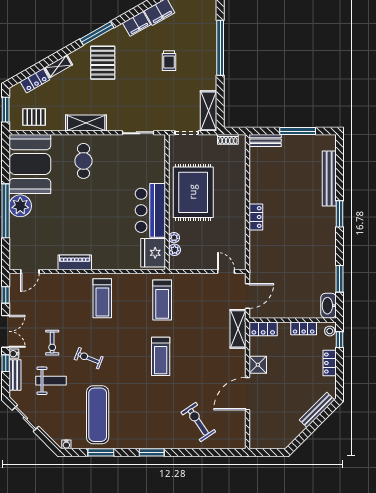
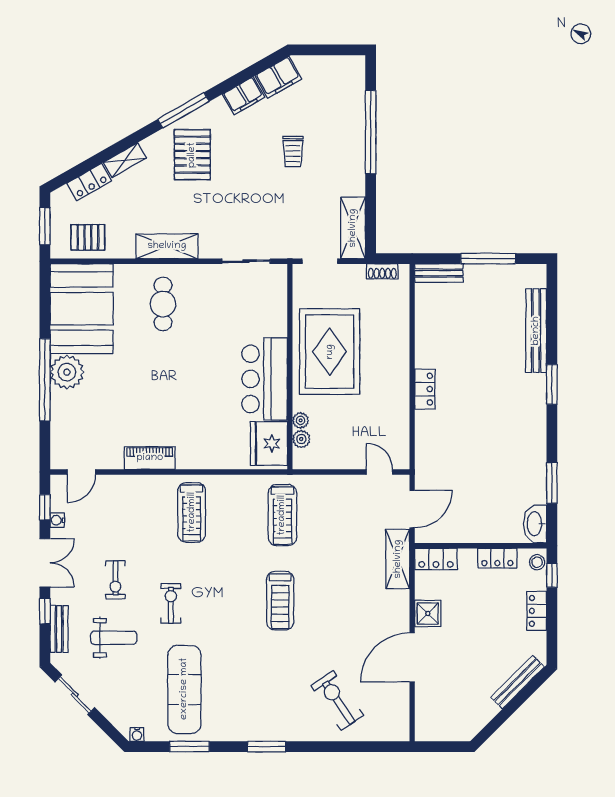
water cooler: (14, 354) -> (57, 520), moved
exercise bike: (89, 358) -> (171, 603), turned 68

